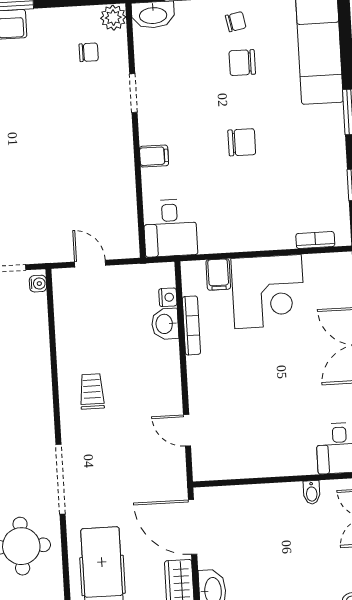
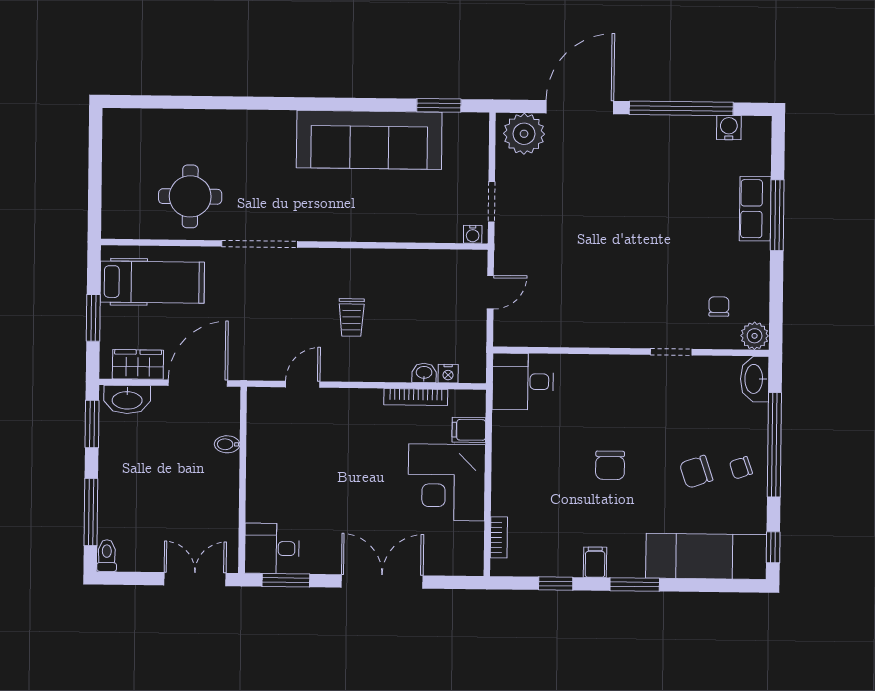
chair: (236, 22) -> (741, 468), turned 82
chair: (89, 52) -> (719, 307), turned 180
chair: (242, 63) -> (696, 472), turned -109
filing cabinet: (154, 156) -> (595, 562), moved, turned 180
washbasin: (165, 324) -> (424, 373), width x0.72, depth x0.69
trolley: (92, 392) -> (352, 317), moved, turned 90
bidet: (312, 492) -> (227, 444), moved

